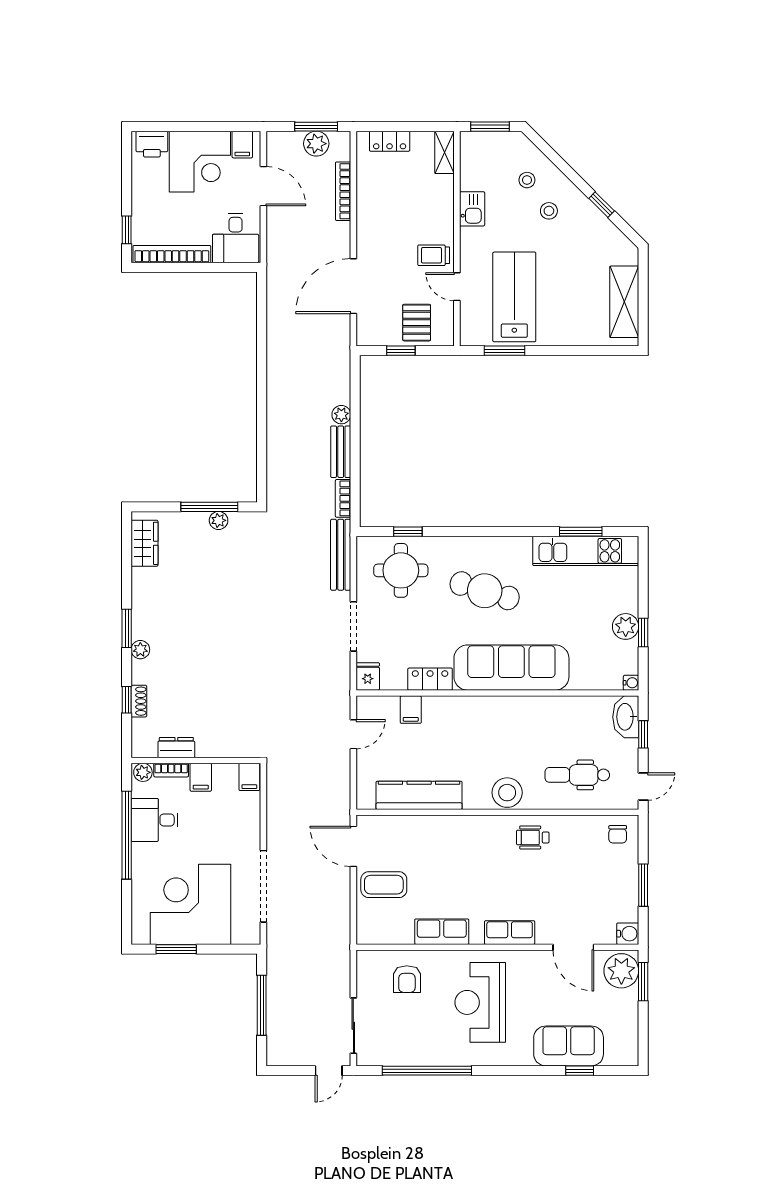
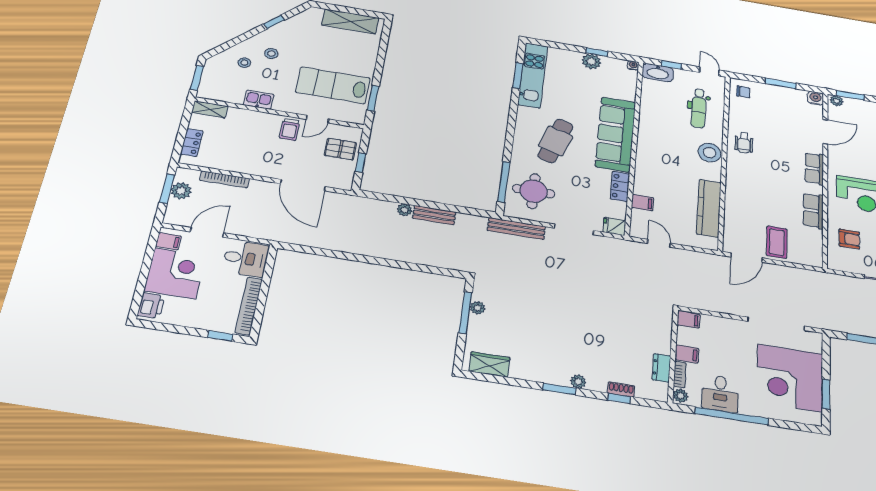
bookcase: (343, 498) -> (472, 220), removed
window: (408, 532) -> (504, 182), width x2.17
plant: (621, 971) -> (837, 101), width x0.53, depth x0.53

